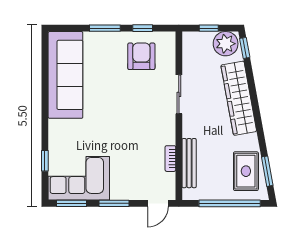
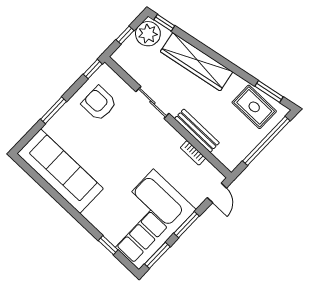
window: (143, 28) -> (93, 69), moved
bench: (189, 163) -> (197, 131), moved
corner sofa: (79, 178) -> (146, 219), width x1.36, depth x1.36

